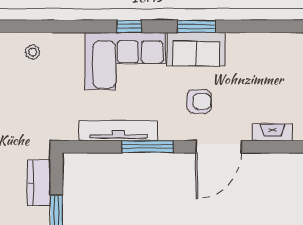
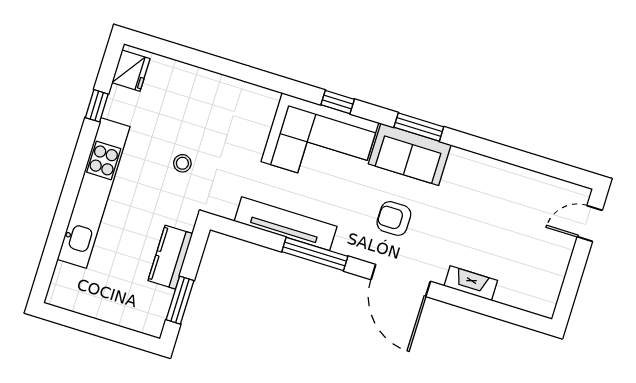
stool: (33, 52) -> (182, 163), moved
armchair: (199, 101) -> (394, 218), turned 180
door: (219, 147) -> (401, 281), hinge flipped

